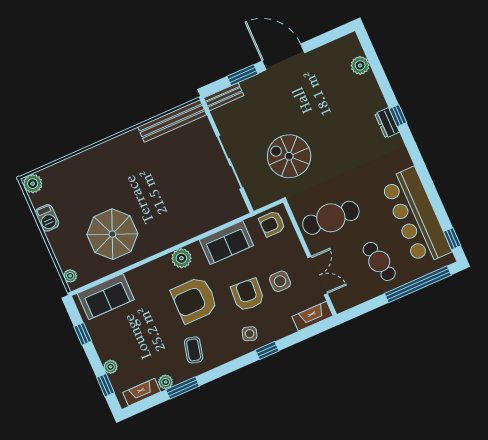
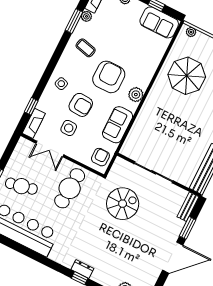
sofa: (106, 297) -> (159, 22), moved, turned -90
window: (267, 351) -> (31, 106), moved

